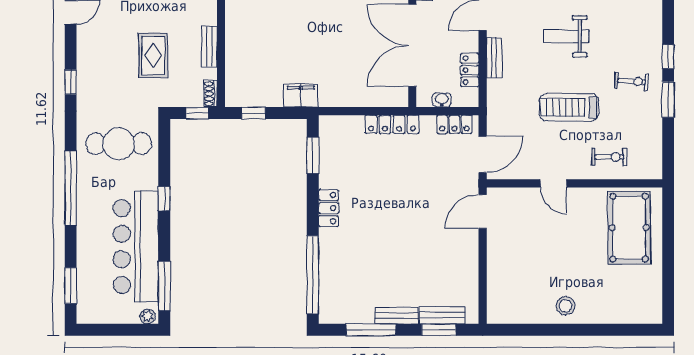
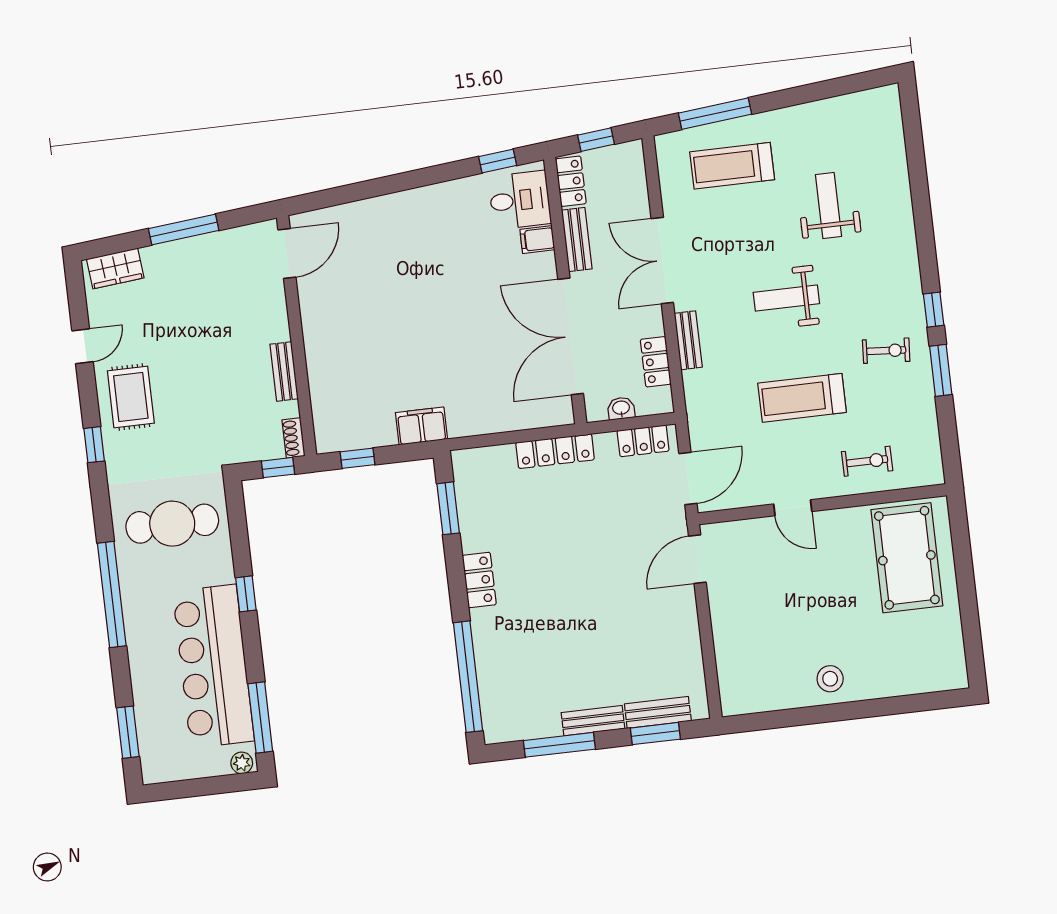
rug: (153, 55) -> (131, 397), moved

